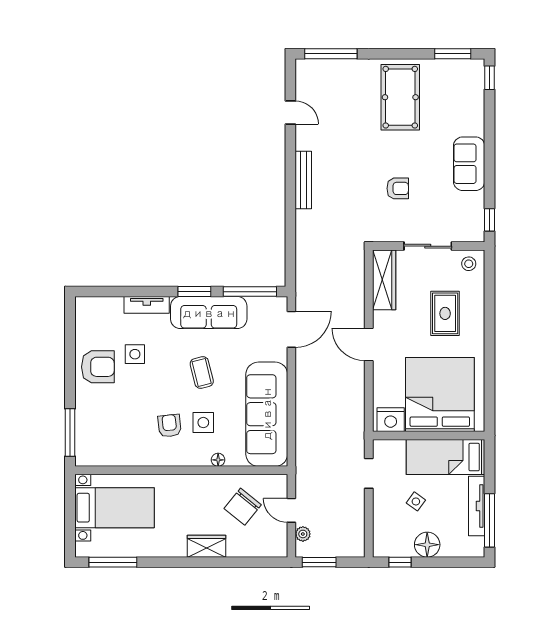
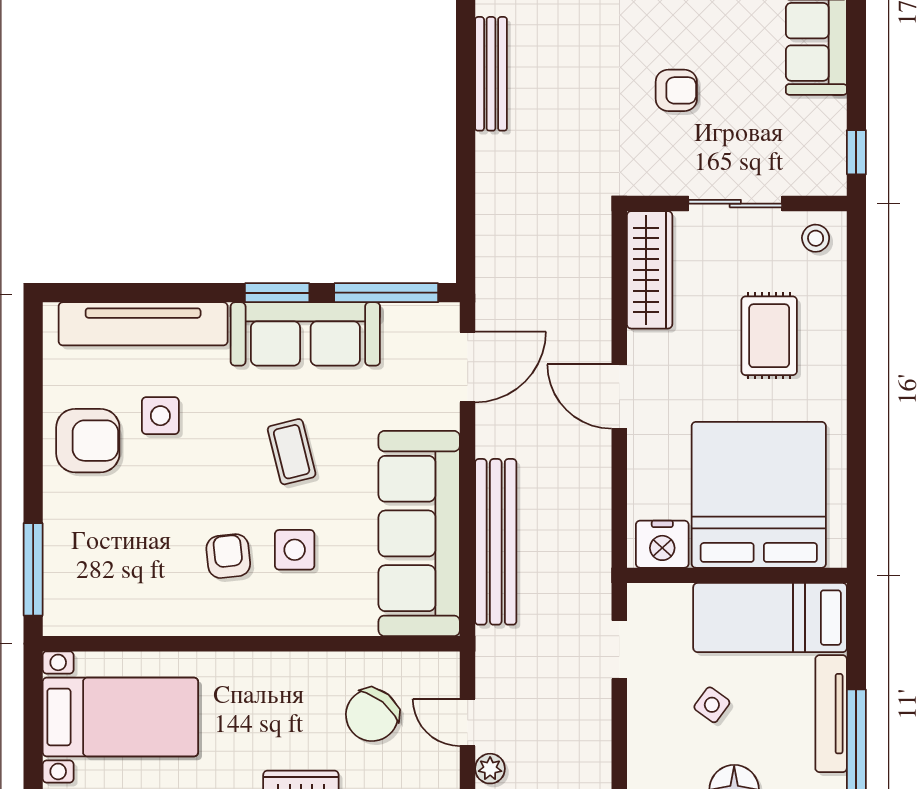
tv unit: (147, 305) -> (143, 324), width x1.92, depth x1.29
bench: (306, 418) -> (496, 542), added
floor lamp: (218, 460) -> (324, 623), removed

